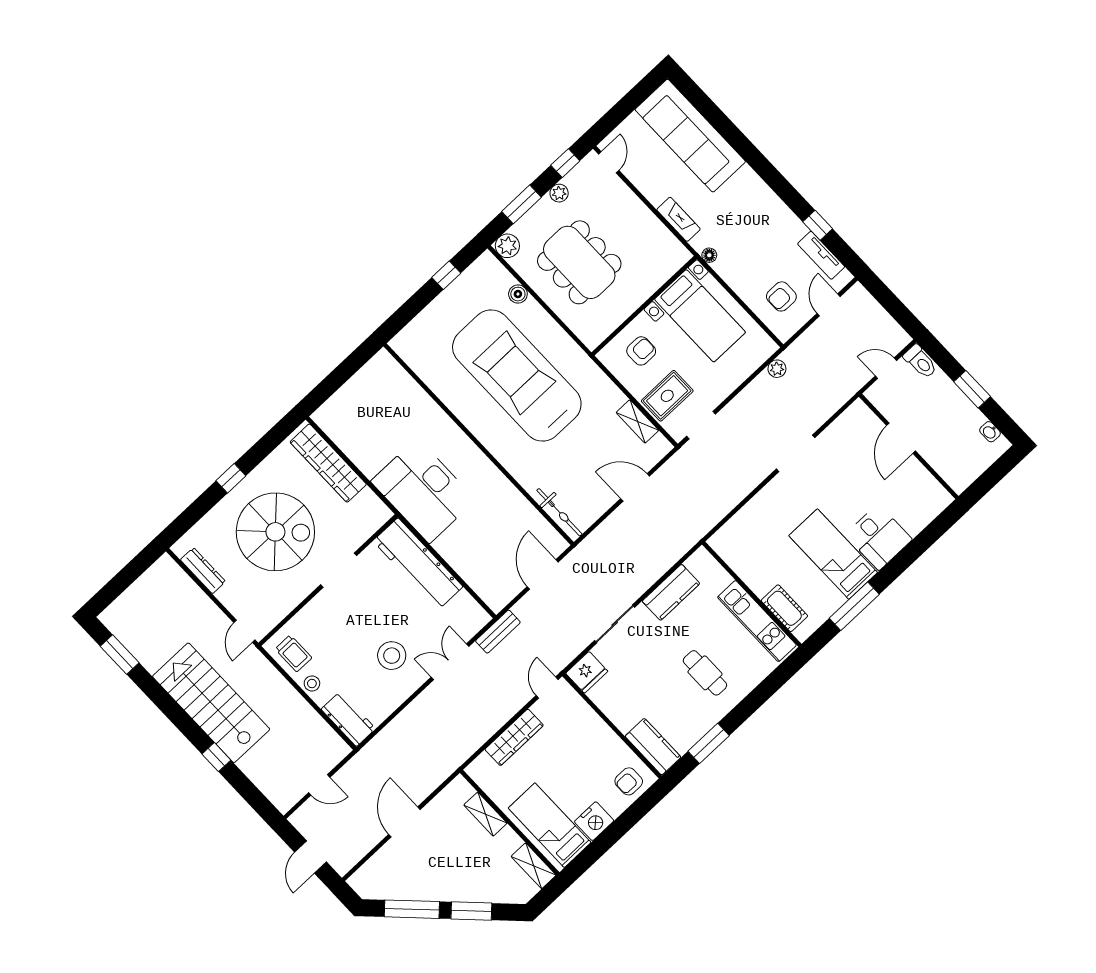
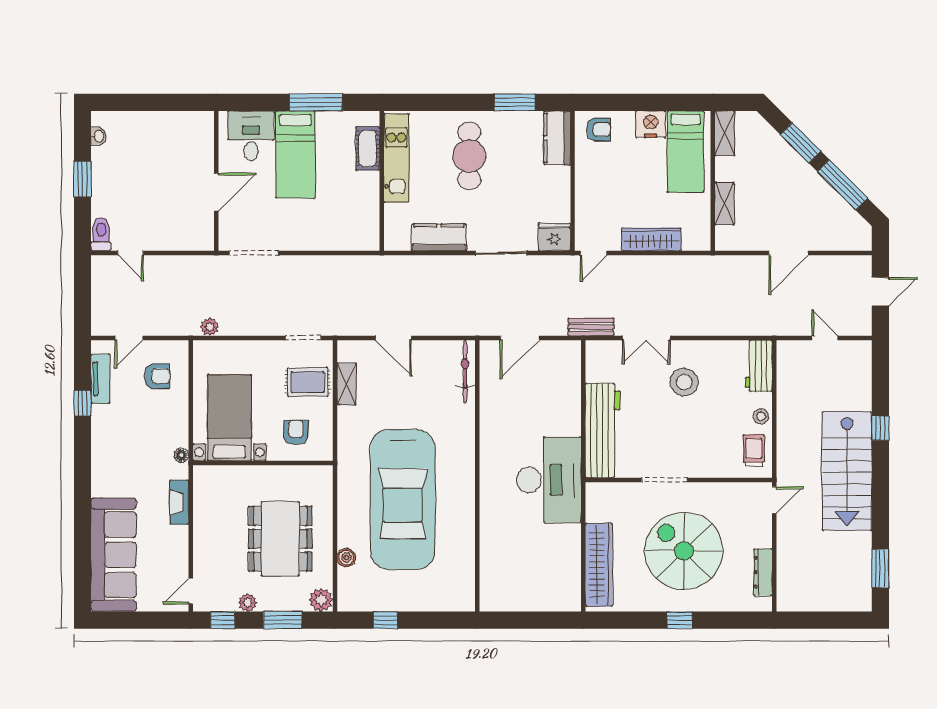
armchair: (641, 351) -> (296, 432), turned 90
door: (901, 438) -> (216, 192), moved
wall: (909, 446) -> (216, 181), moved
cafe table: (705, 673) -> (469, 156), width x1.37, depth x1.35

